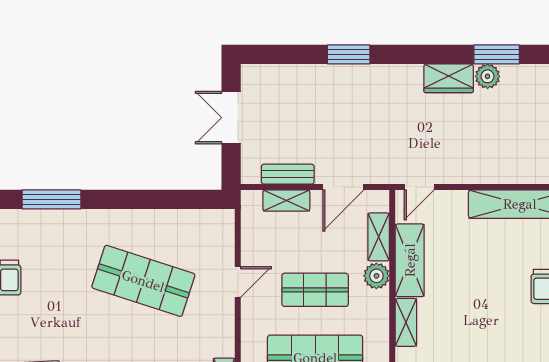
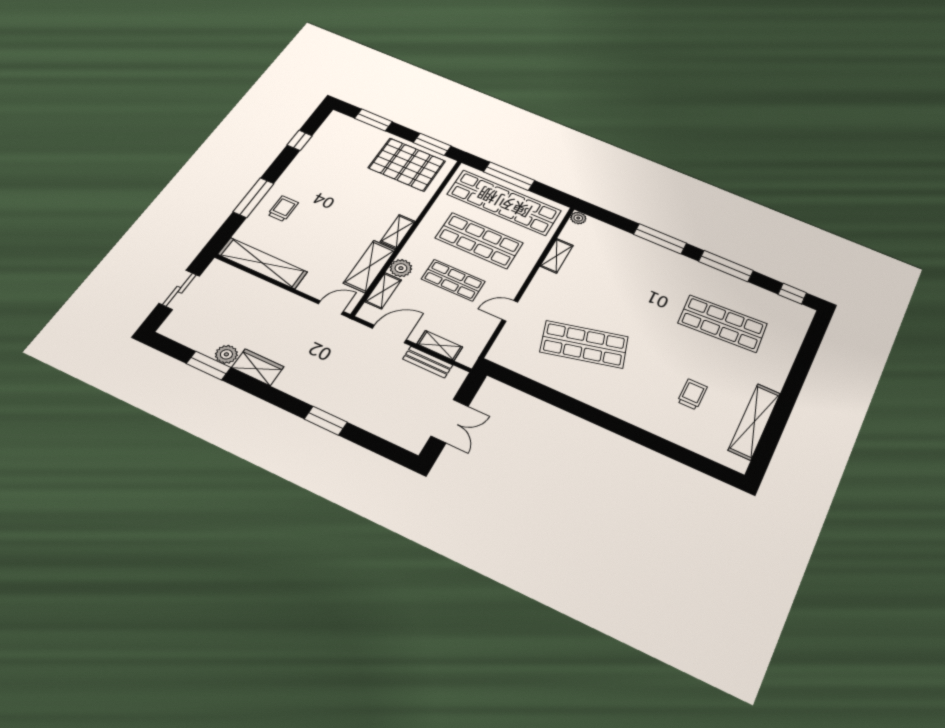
window: (51, 199) -> (631, 432), removed
shop shelf: (143, 281) -> (584, 344), turned -33

